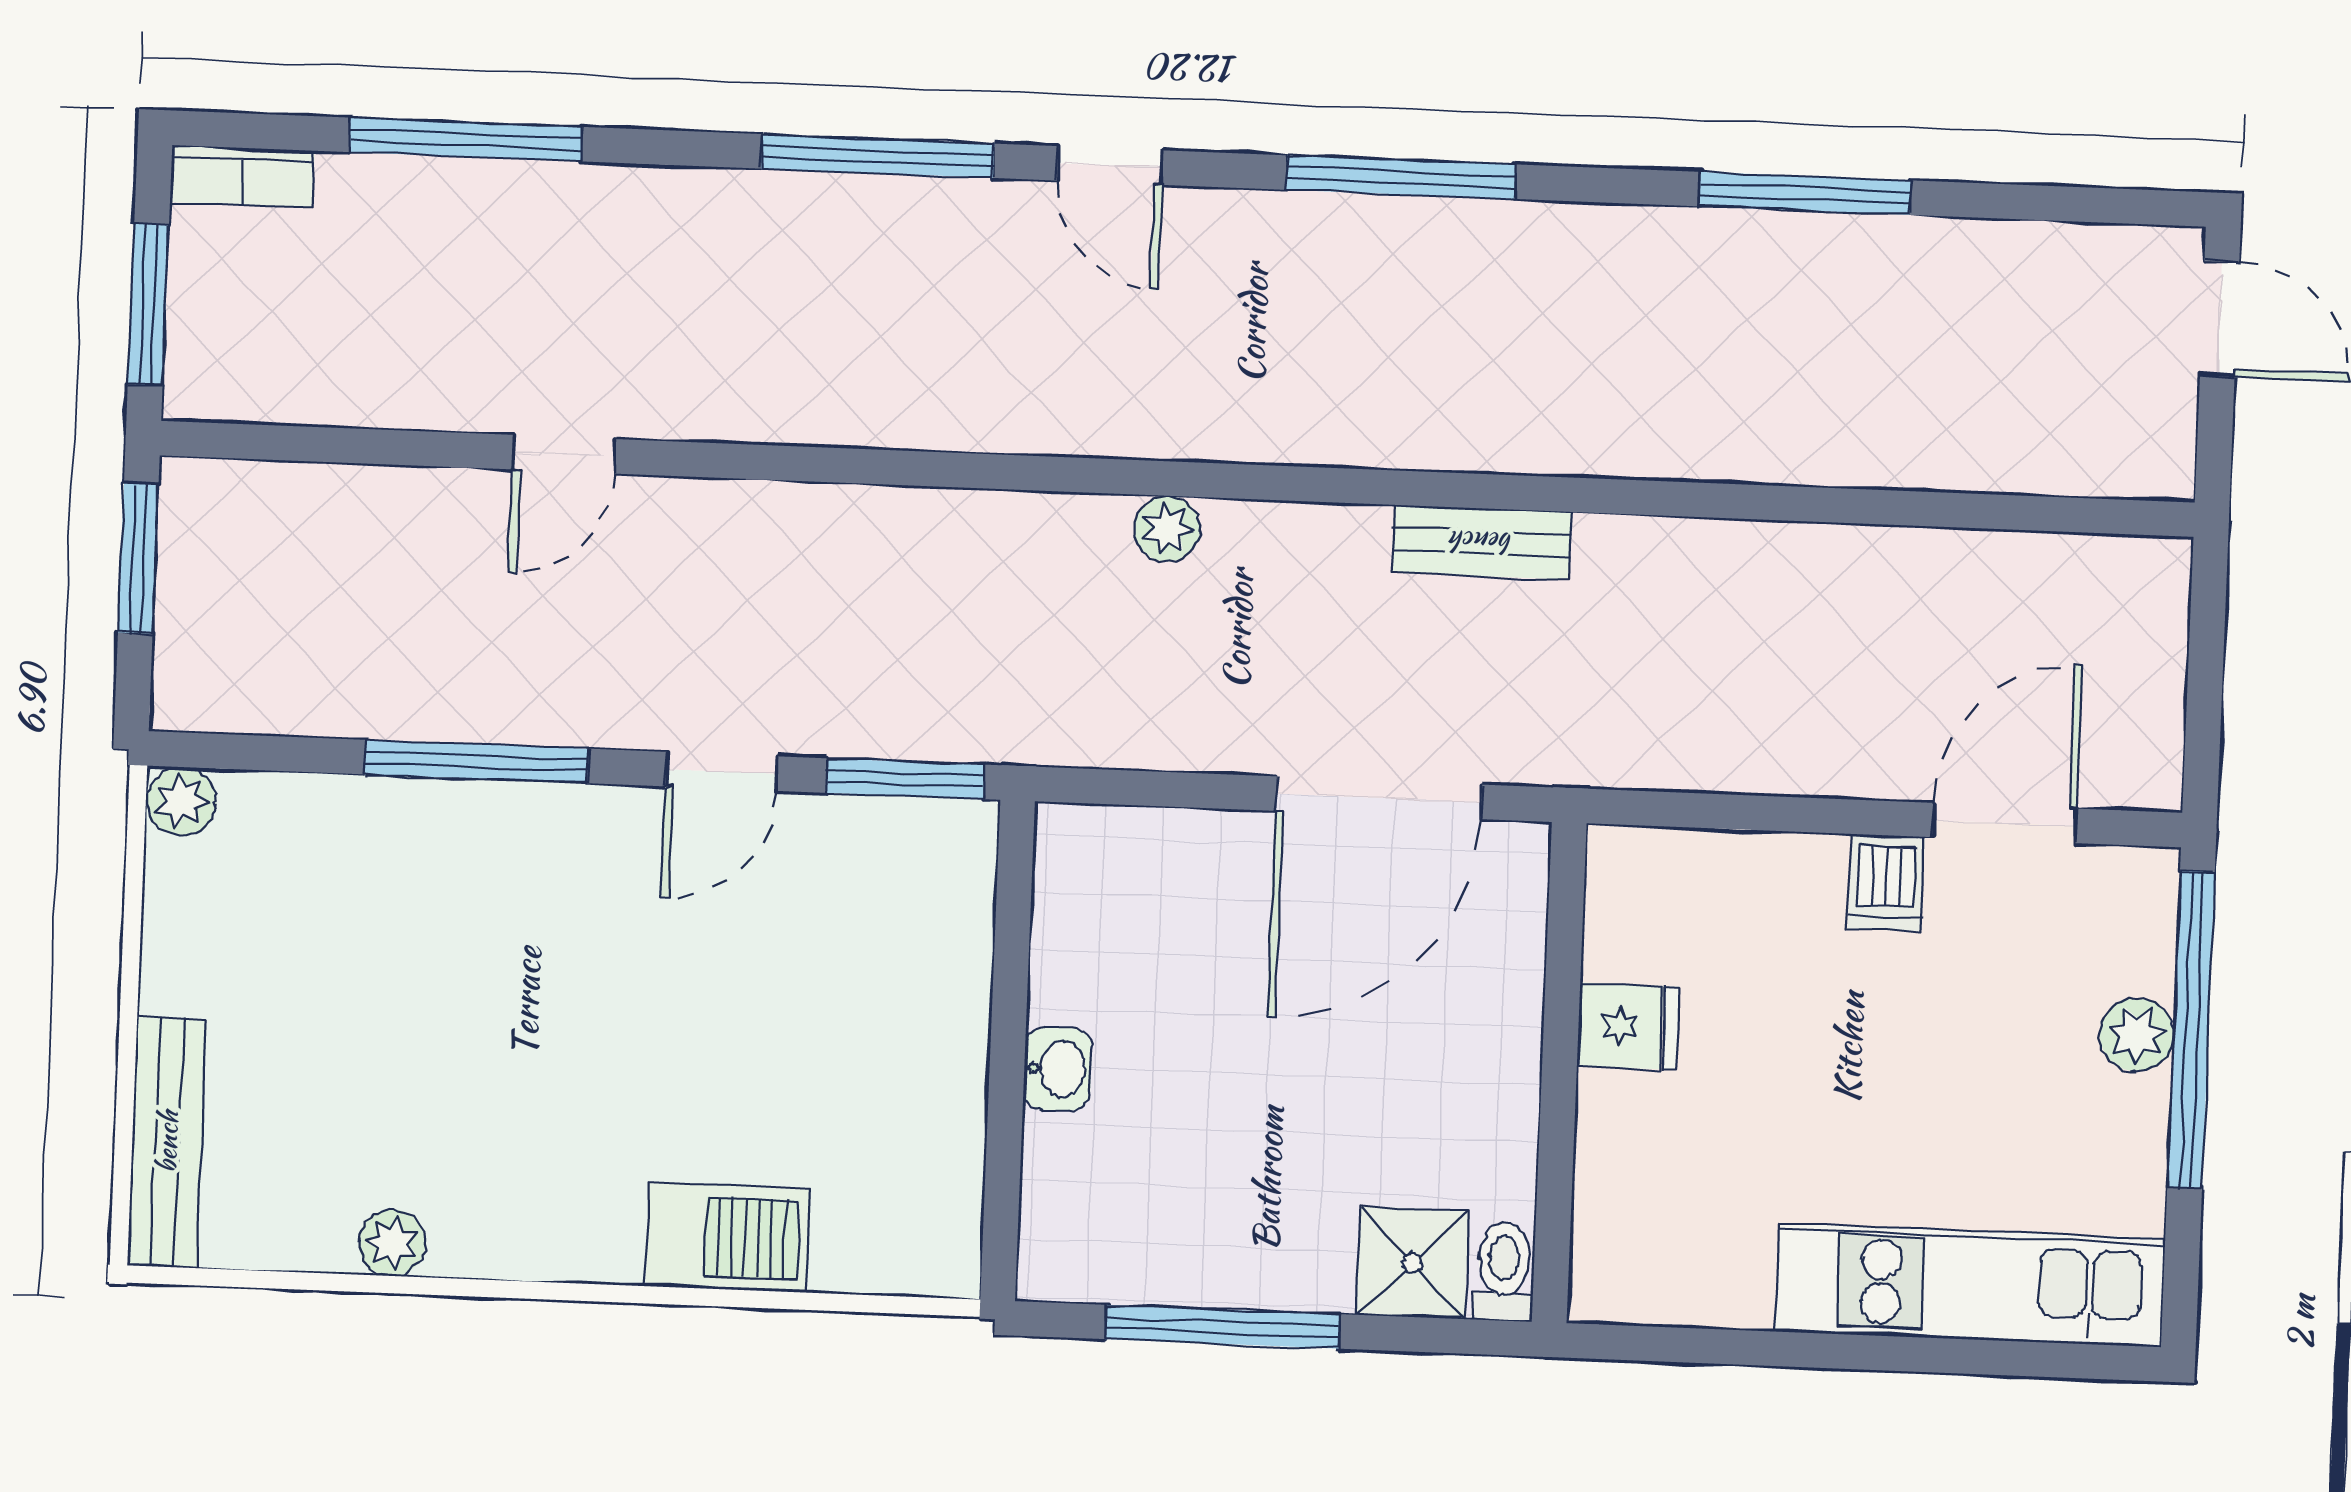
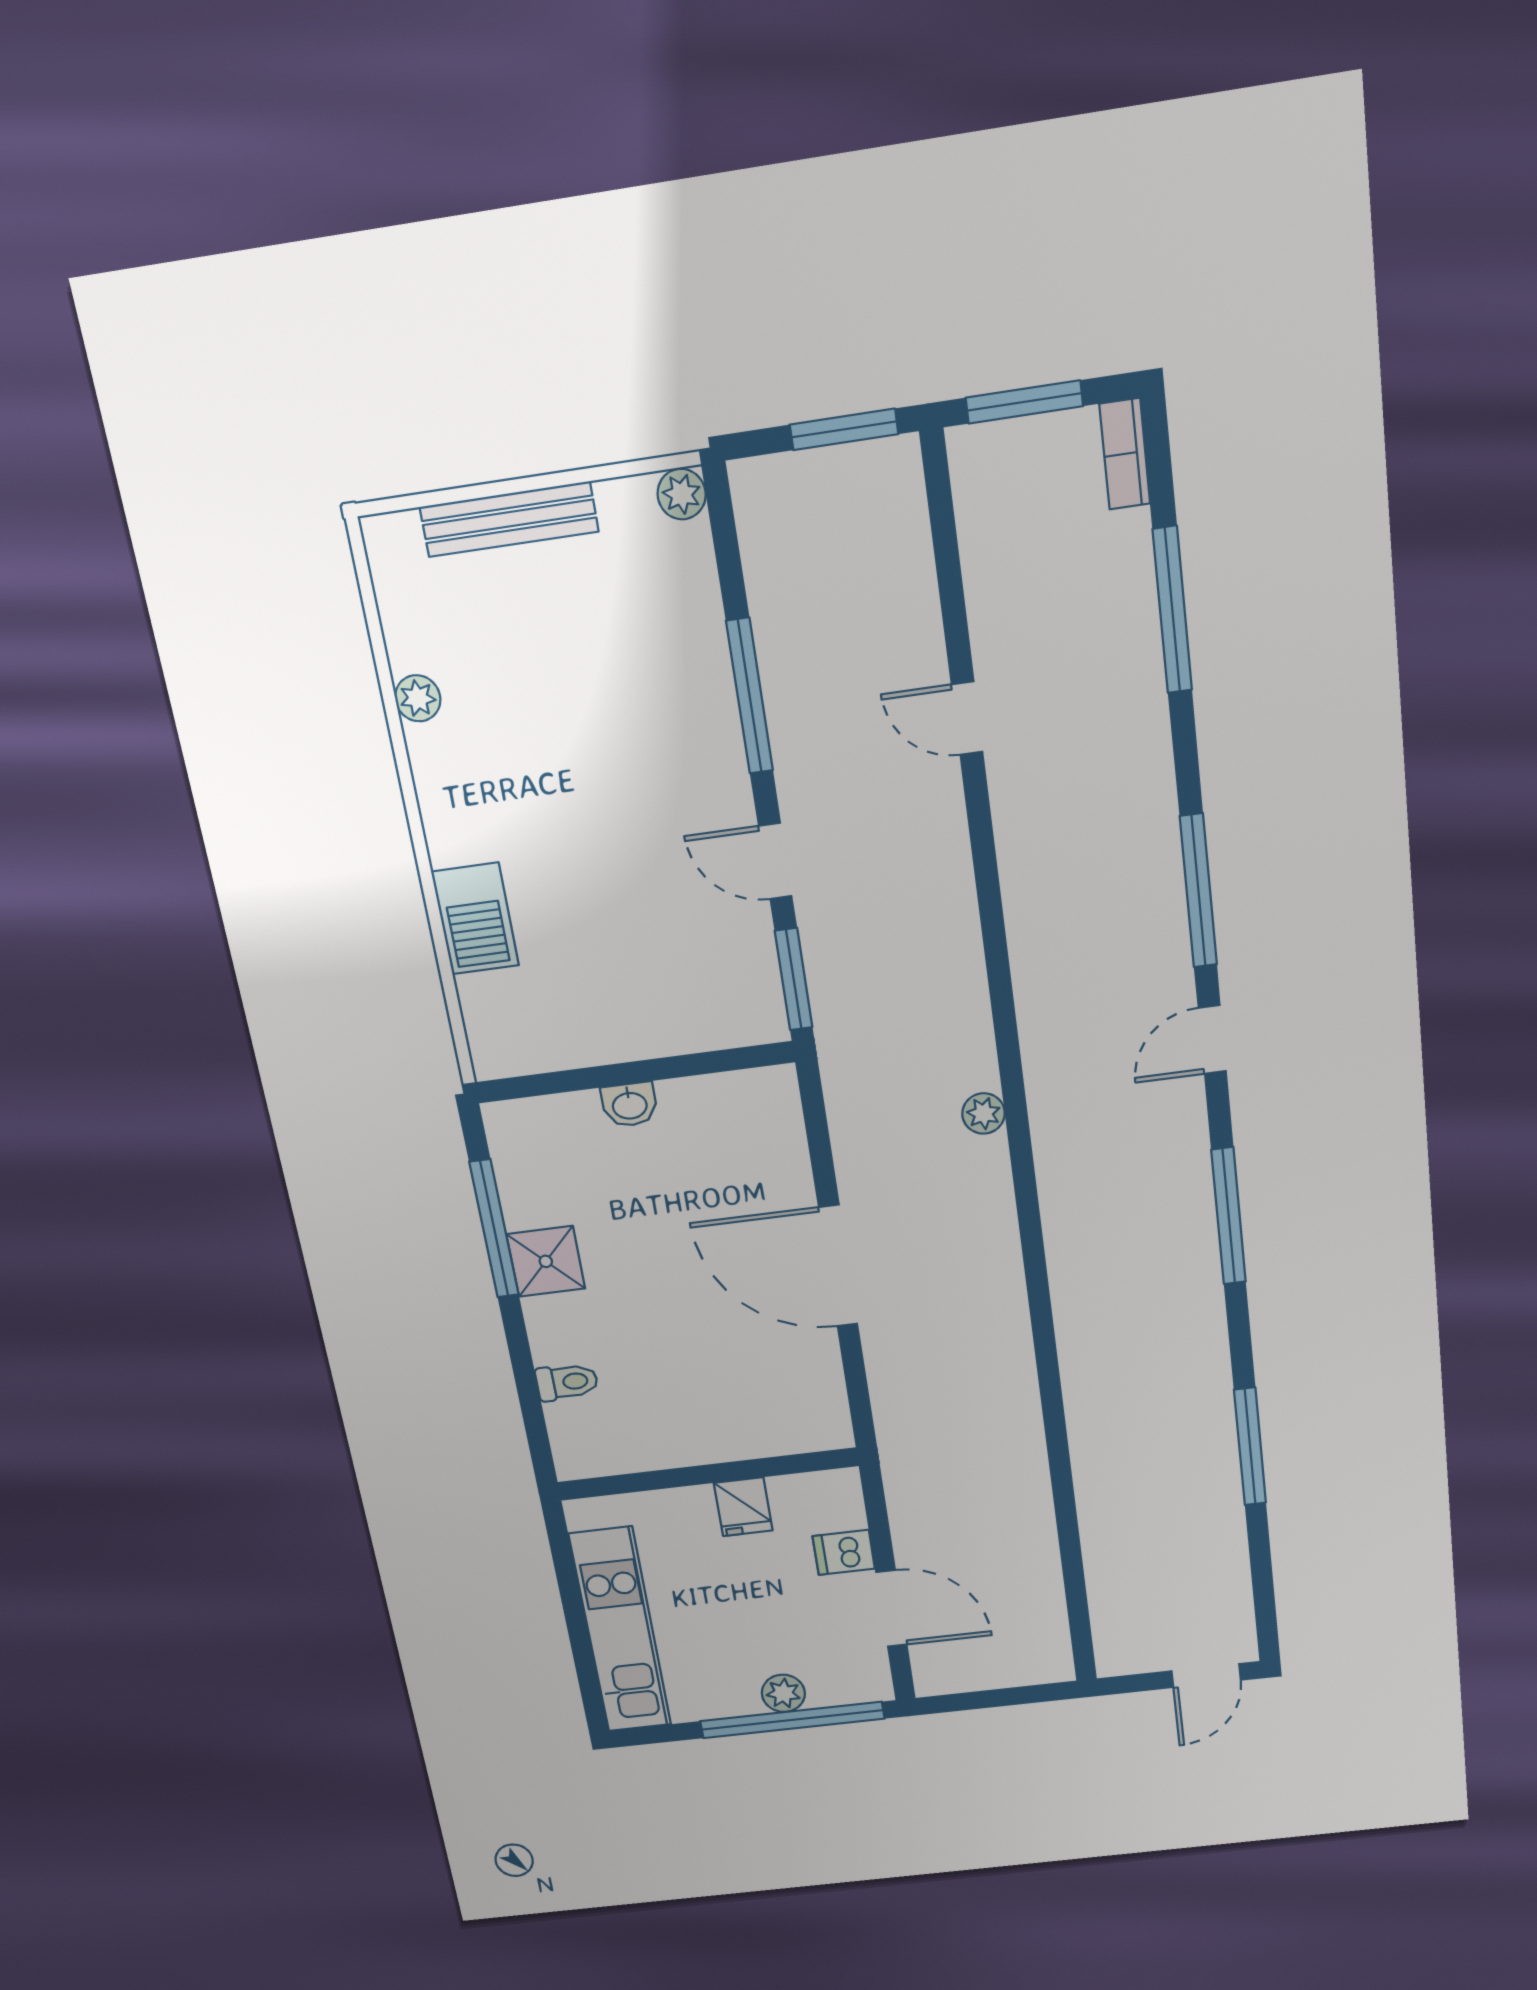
bench: (1482, 542) -> (1007, 1300), removed
fridge: (1628, 1026) -> (743, 1507), moved
wall: (1559, 1073) -> (708, 1474), moved
bench: (167, 1142) -> (509, 519), moved
shower: (1412, 1263) -> (546, 1261), moved

